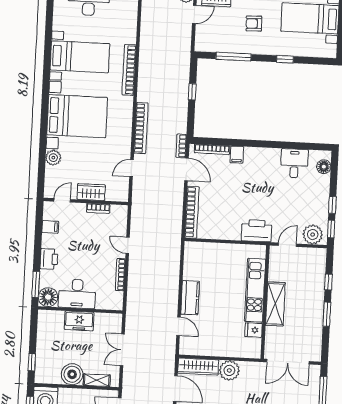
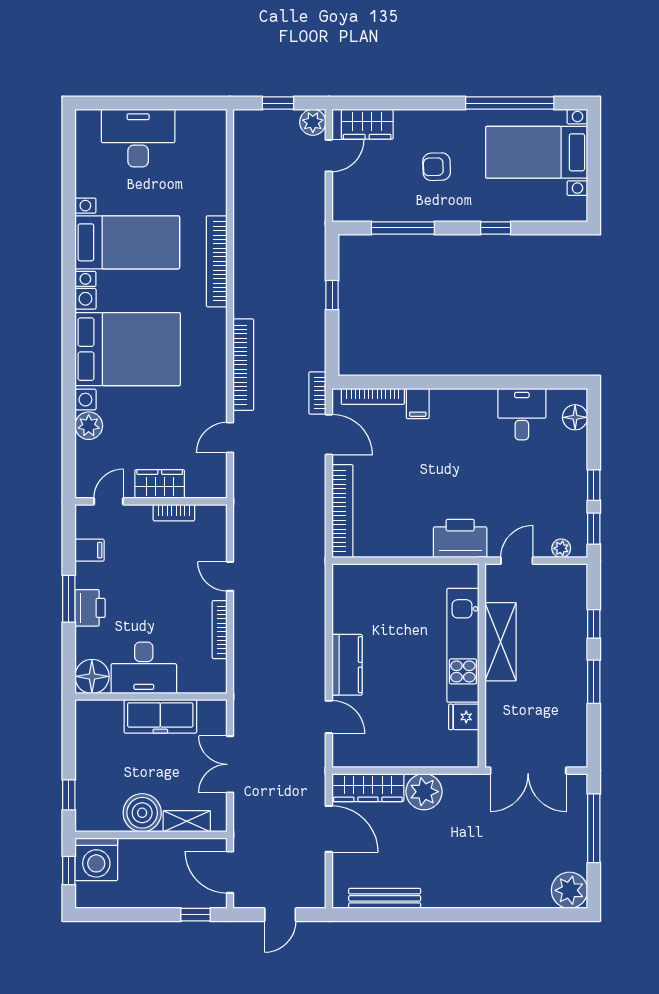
plant: (313, 235) -> (561, 548), width x0.53, depth x0.53
window: (36, 284) -> (69, 599), moved
shelving: (275, 304) -> (501, 642), moved
freezer: (79, 321) -> (160, 716), width x1.40

